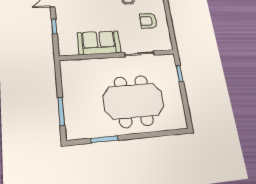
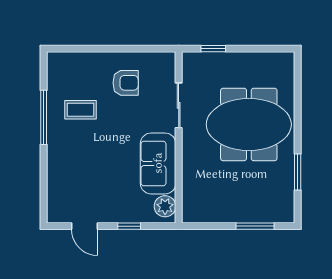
armchair: (148, 21) -> (126, 83), turned -90
plant: (70, 49) -> (165, 206), added
meeting table: (134, 101) -> (249, 124), turned 90

